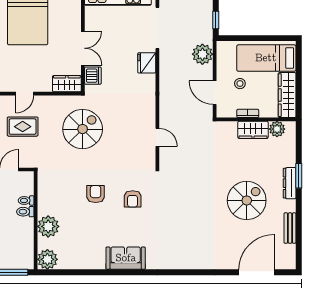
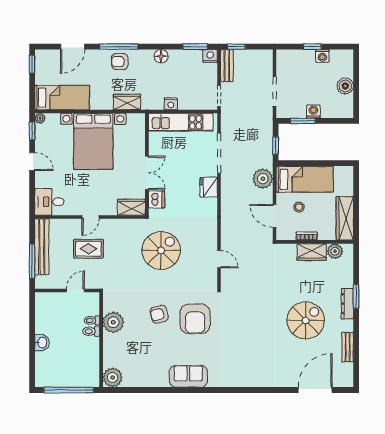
bed: (266, 58) -> (305, 179), moved, turned 180
spiral stairs: (83, 129) -> (161, 250), moved
armchair: (96, 194) -> (159, 314), turned -105
armchair: (133, 199) -> (195, 319), width x1.88, depth x1.88
plant: (48, 226) -> (113, 322), moved

